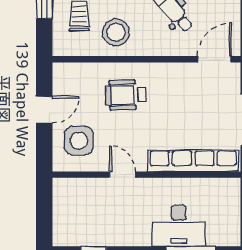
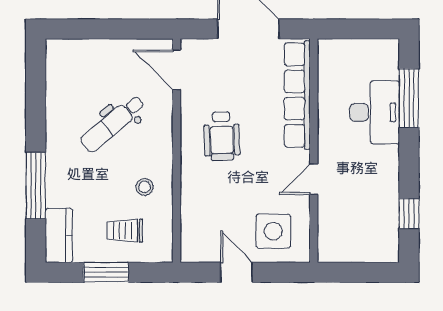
stool: (116, 32) -> (145, 187), width x0.53, depth x0.53
wheelchair: (126, 95) -> (222, 136), moved

